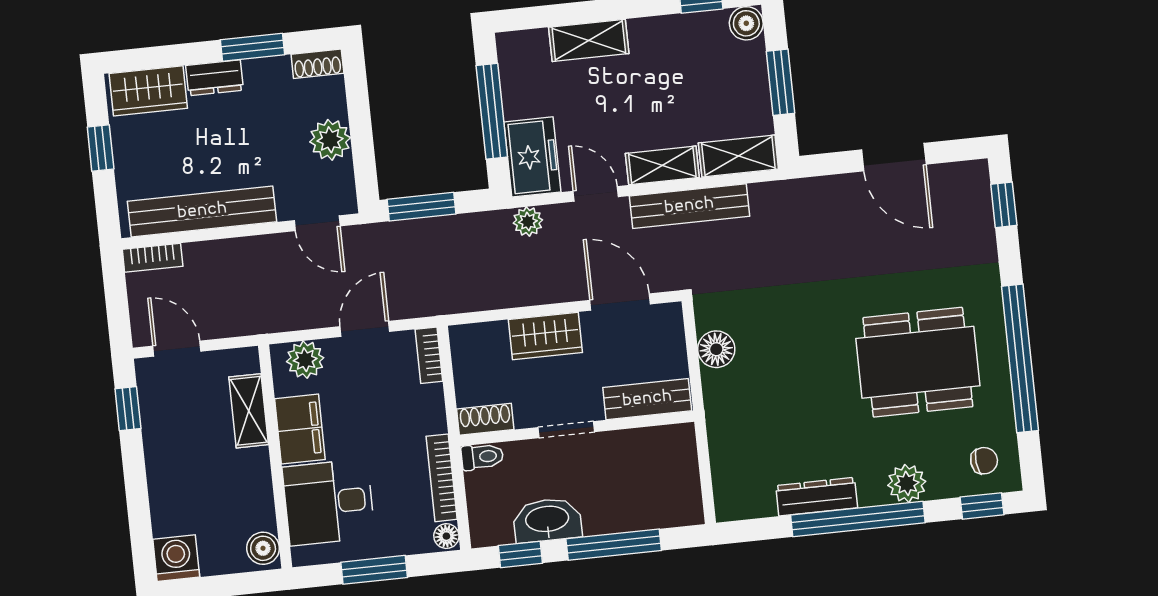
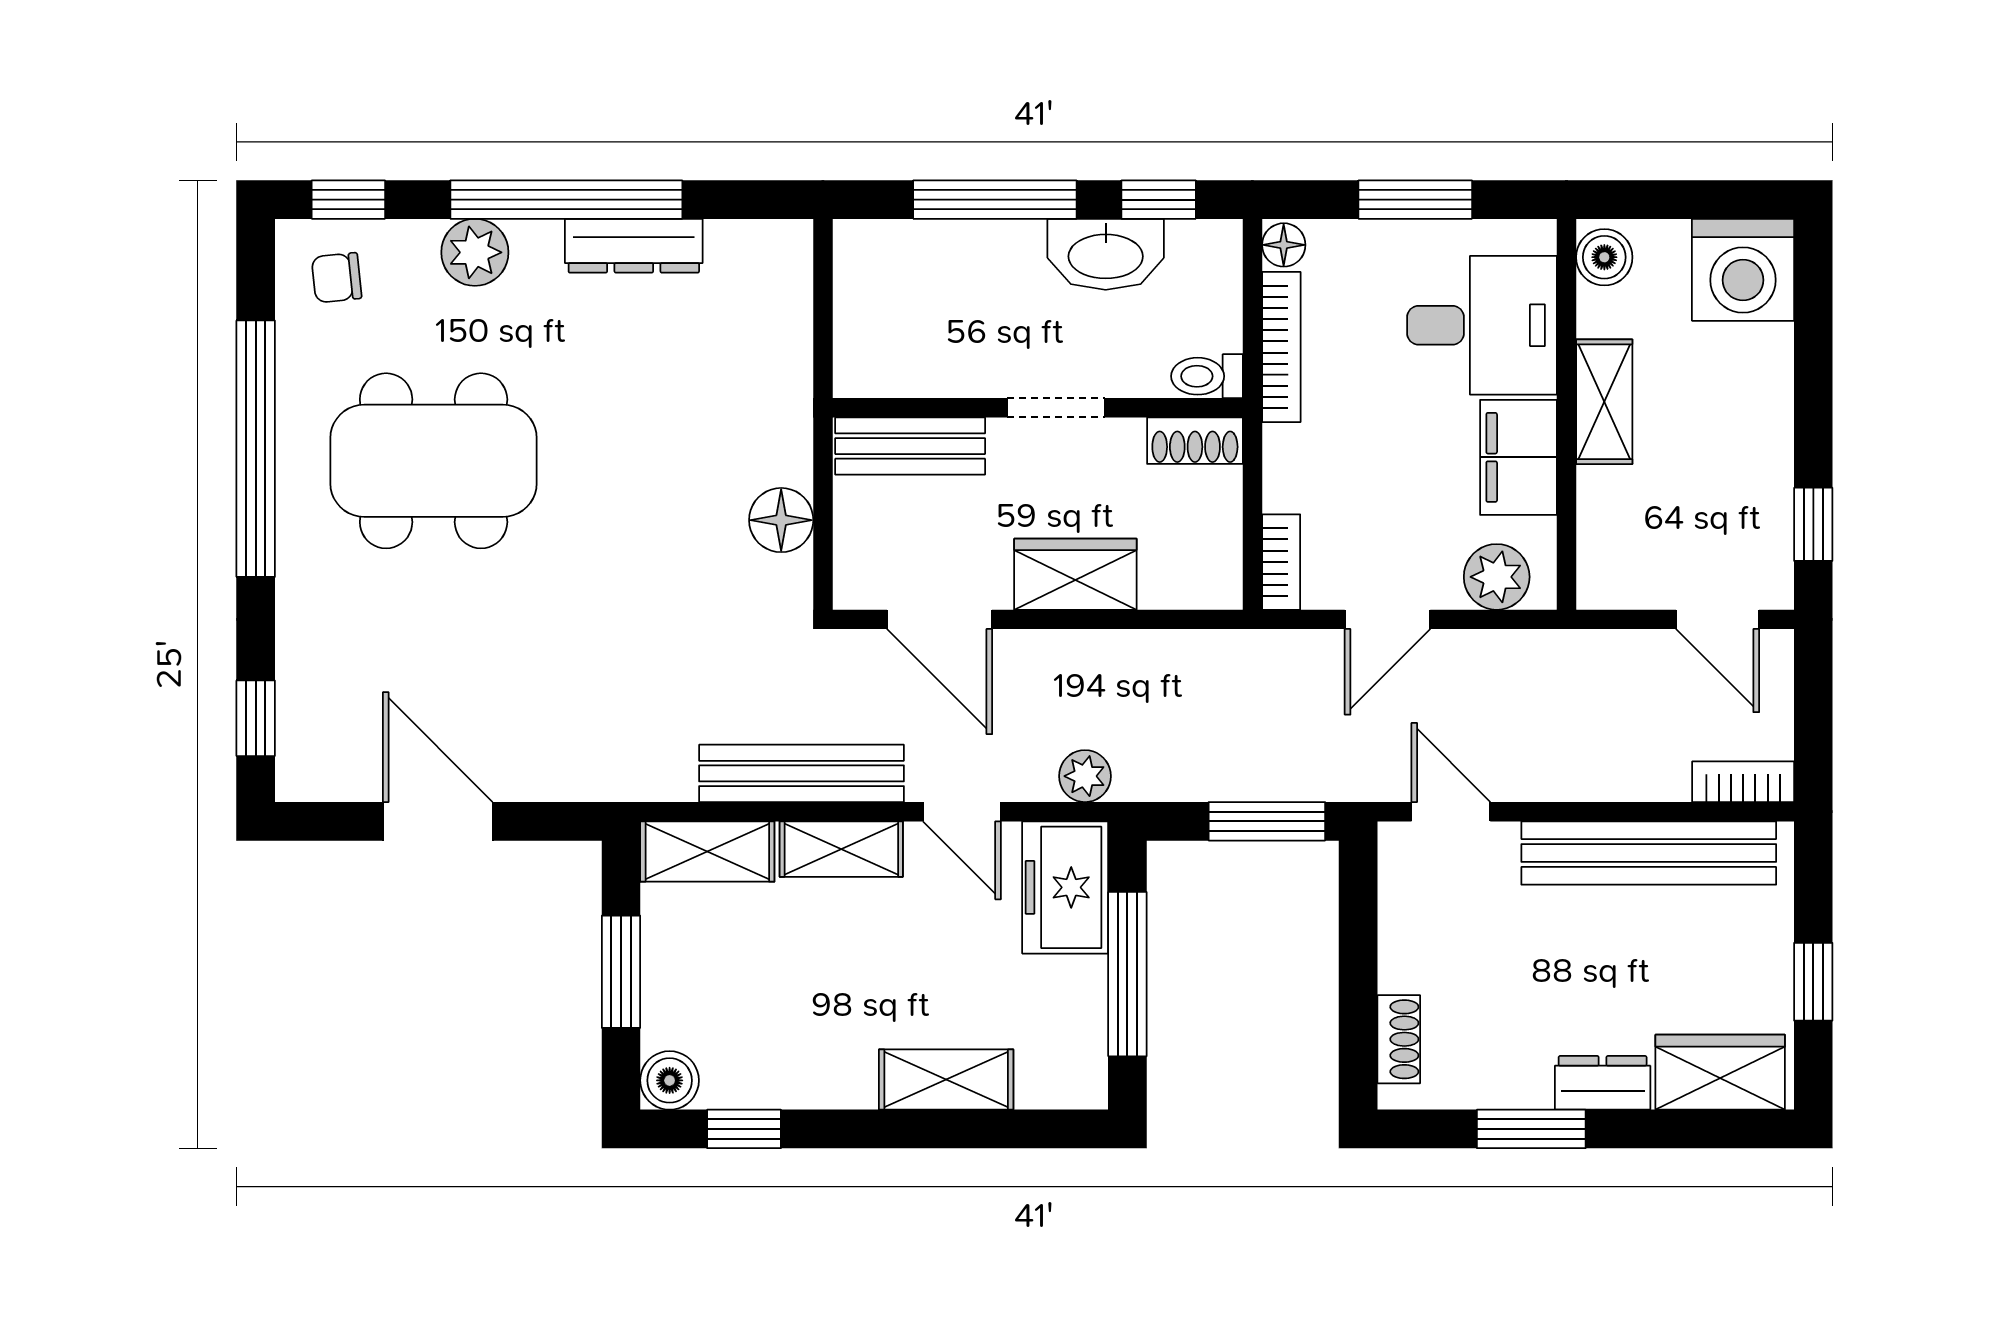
shoe rack: (317, 64) -> (1399, 1039), moved, turned 90
plant: (330, 140) -> (1413, 954), removed
shelving: (249, 411) -> (1604, 402), moved
washing machine: (176, 558) -> (1743, 270), width x1.37, depth x1.37

